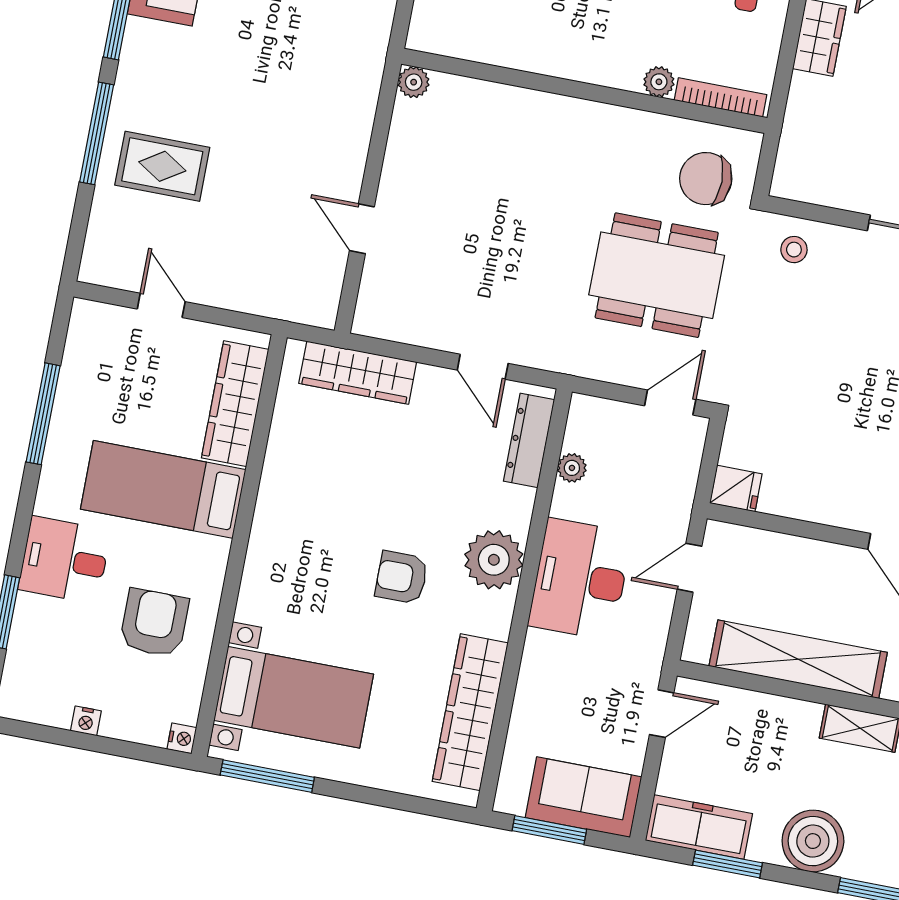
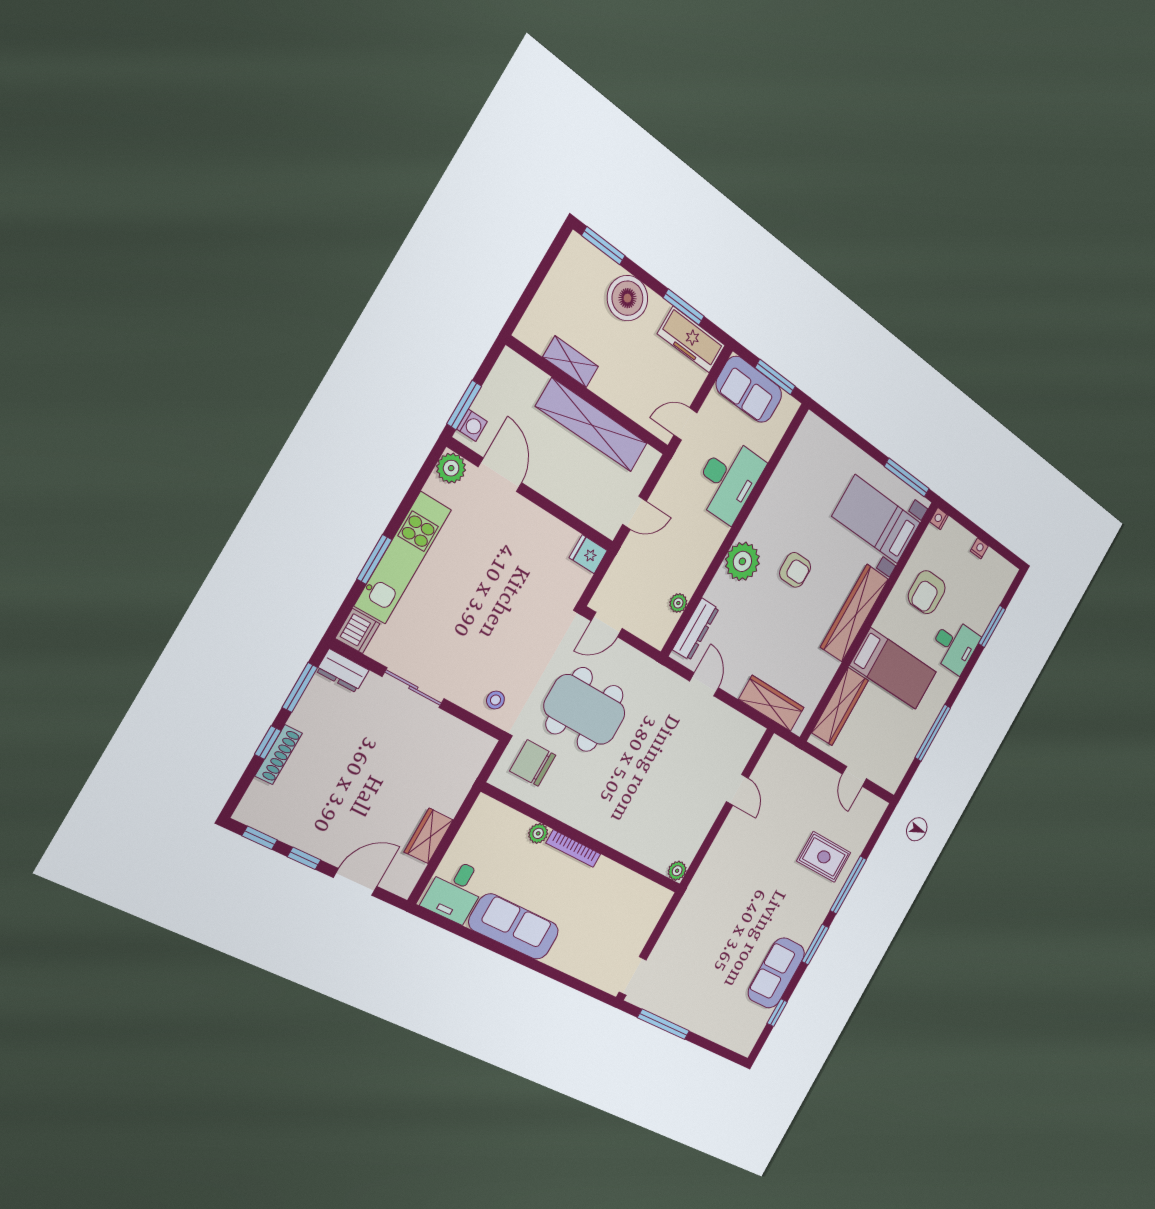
bookcase: (720, 97) -> (573, 849), moved
chair: (706, 179) -> (533, 763), turned 180
desk: (580, 579) -> (728, 480), moved
wardrobe: (470, 712) -> (855, 613), moved, turned 180

